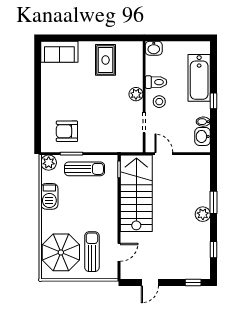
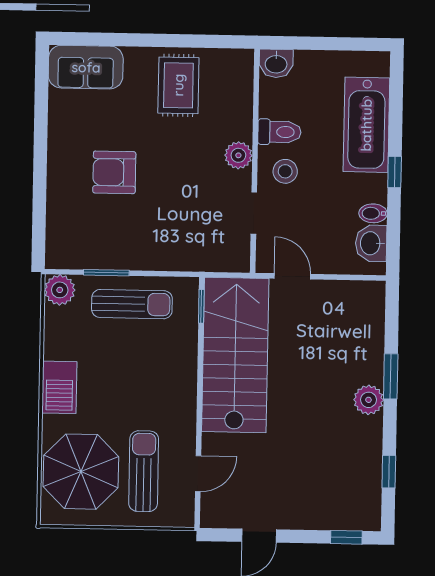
armchair: (67, 131) -> (114, 172), moved
barbecue: (49, 196) -> (59, 387), moved

